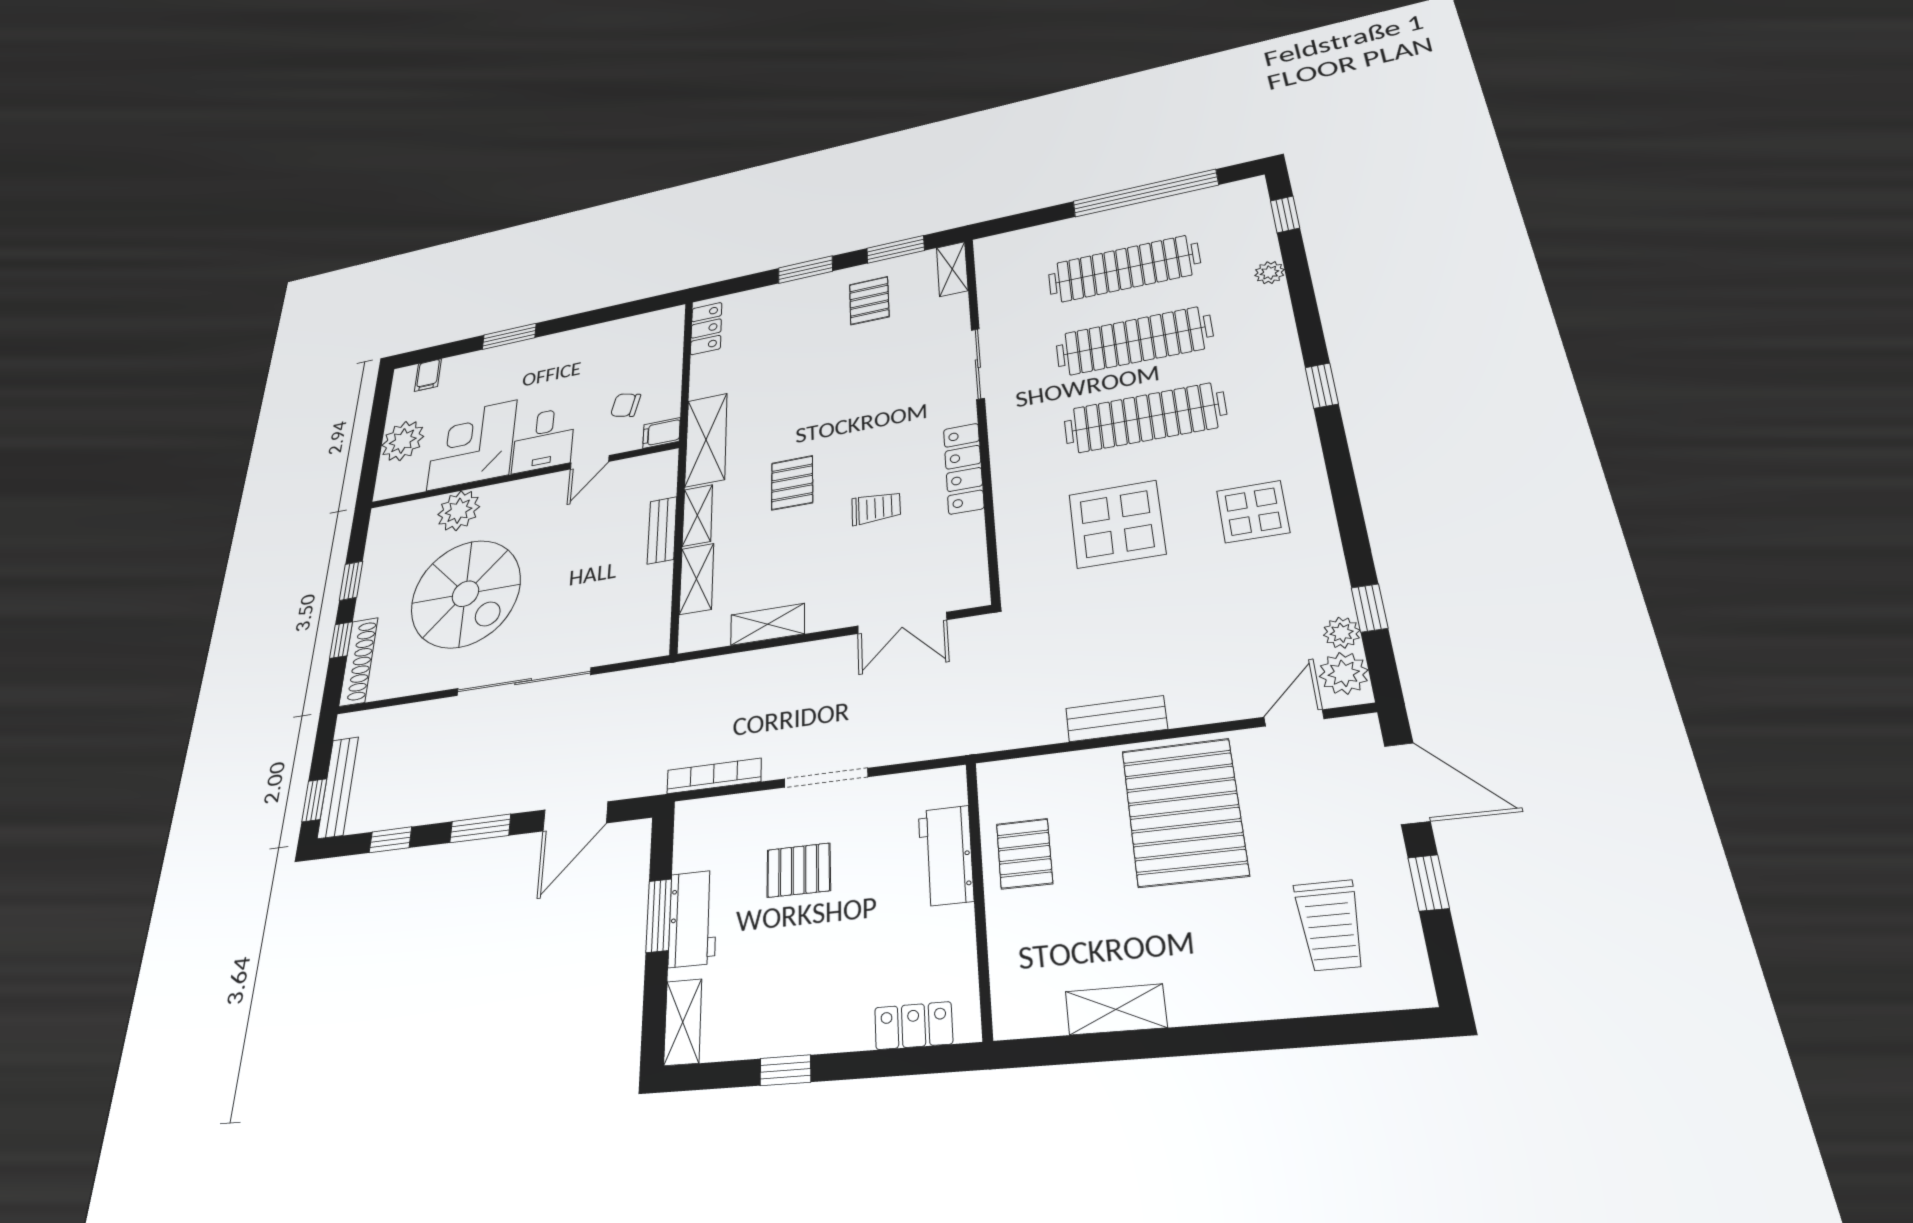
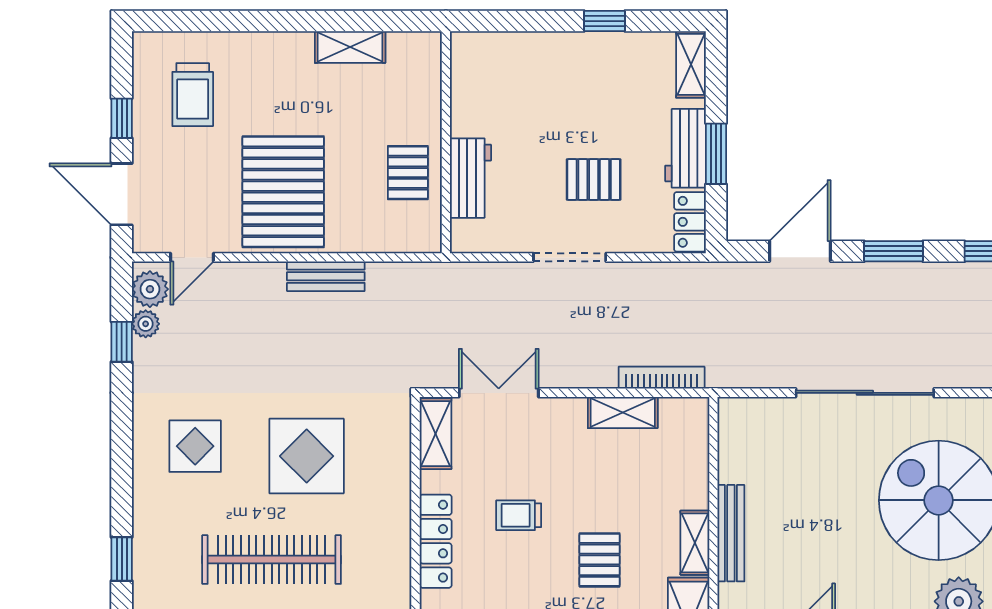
bench: (662, 530) -> (731, 533), width x1.36
shelving: (696, 579) -> (435, 434), moved
bookcase: (714, 776) -> (662, 378), moved, turned 180
trolley: (1330, 925) -> (193, 95), turned 180
locker: (914, 1026) -> (690, 222), moved, turned 90

